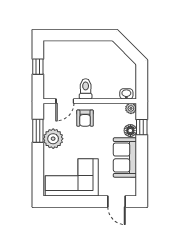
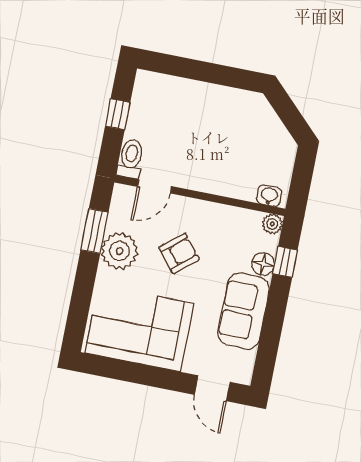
toilet: (86, 89) -> (131, 159), moved
armchair: (85, 118) -> (179, 253), moved, turned -130

